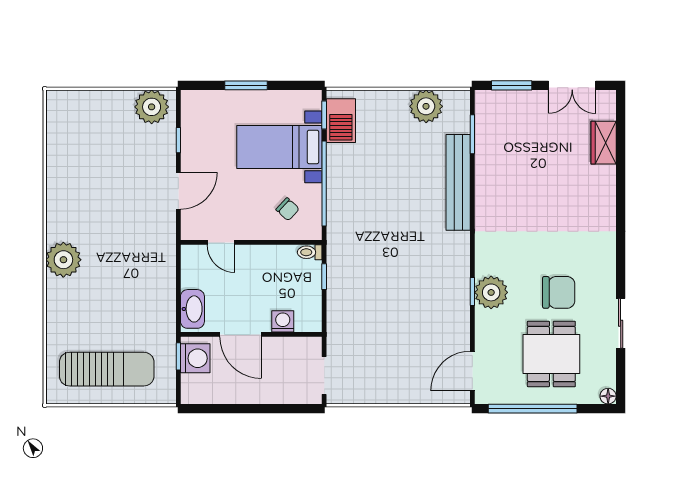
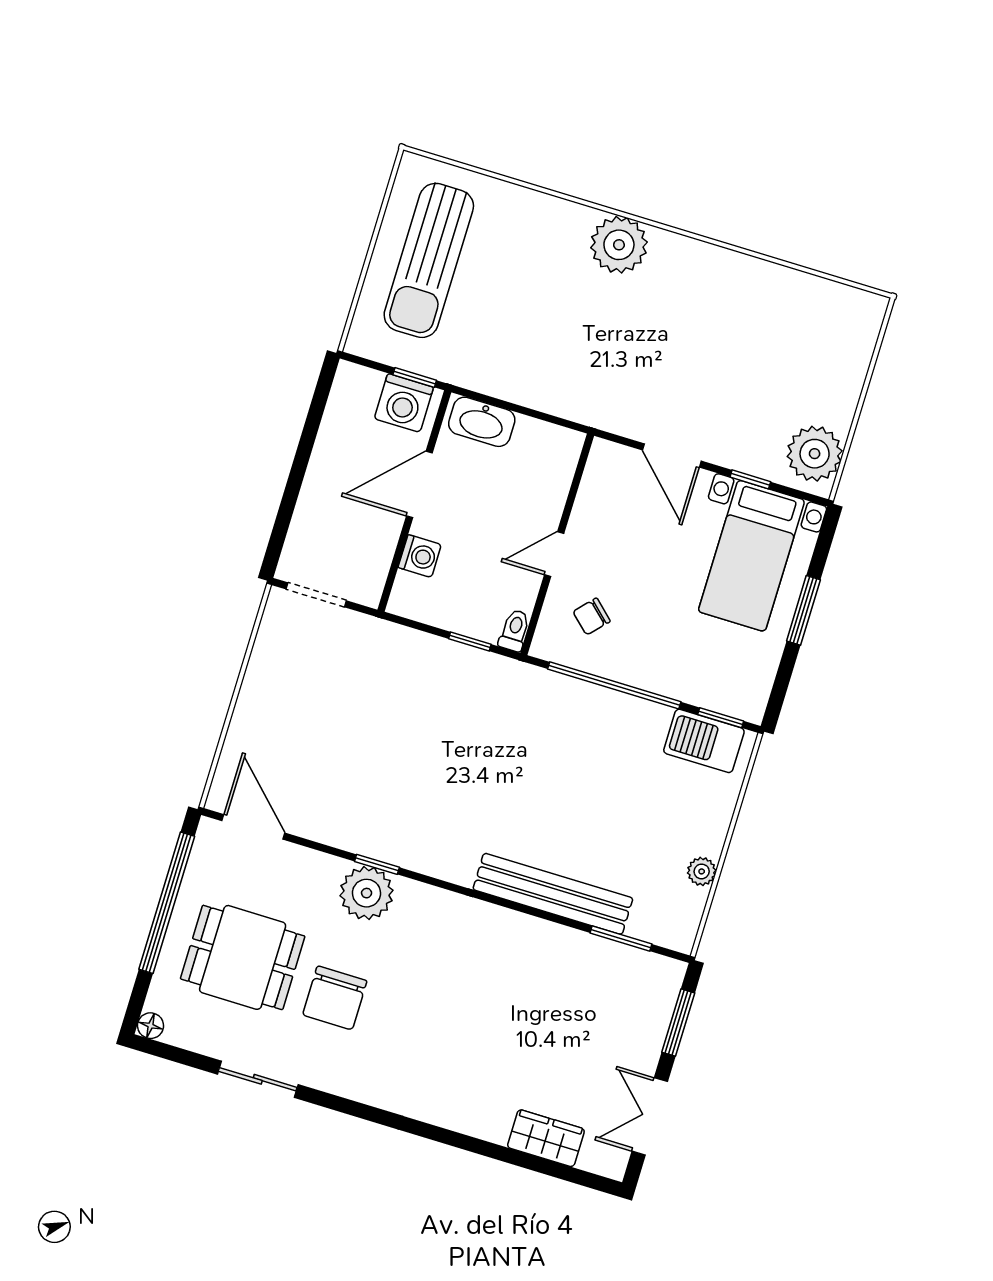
plant: (426, 106) -> (702, 871), width x0.53, depth x0.53
bed with nightstands: (279, 147) -> (751, 556), moved, turned 180
door: (221, 242) -> (554, 554), moved

